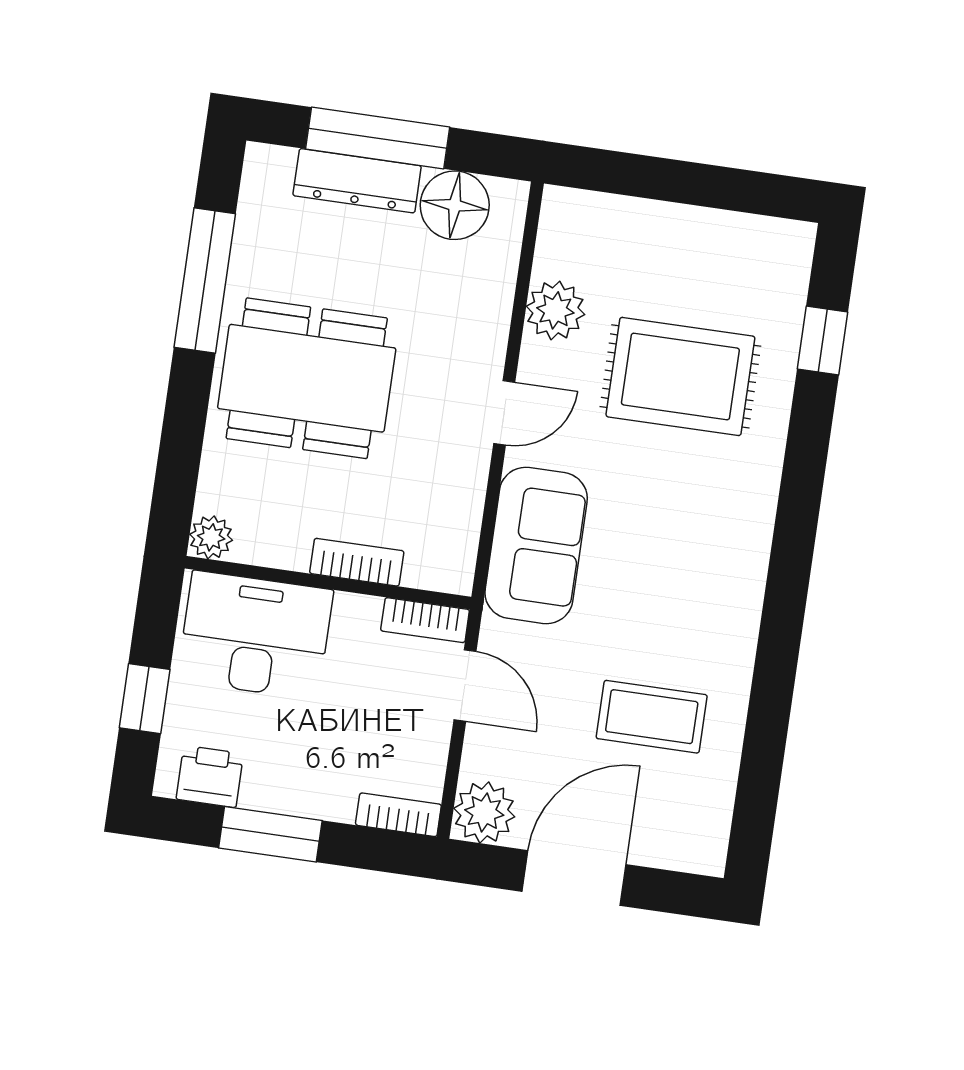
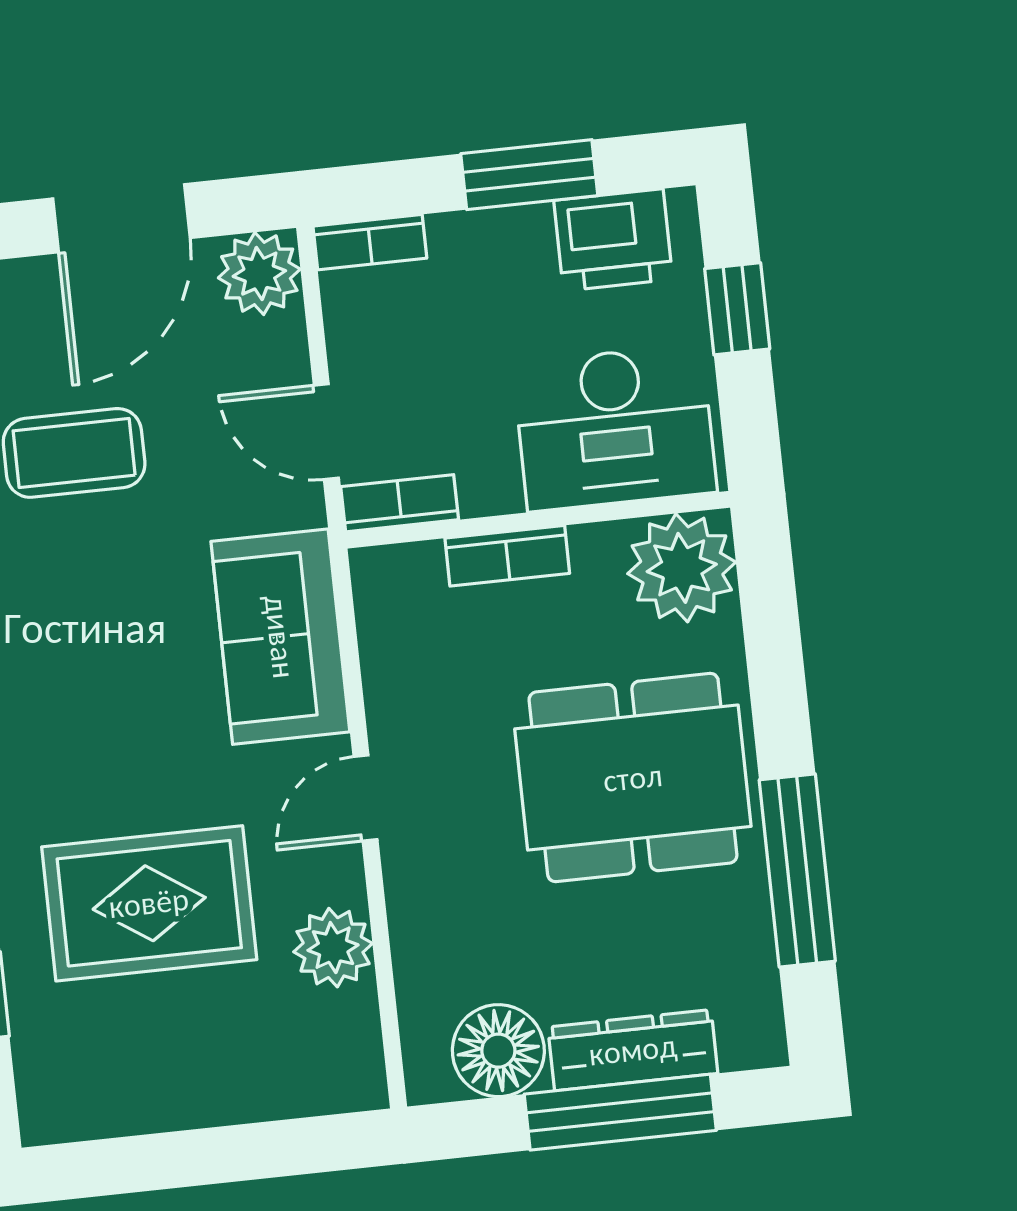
plant: (211, 537) -> (682, 568), width x1.87, depth x1.87
printer: (210, 776) -> (613, 240), width x1.36, depth x1.24

